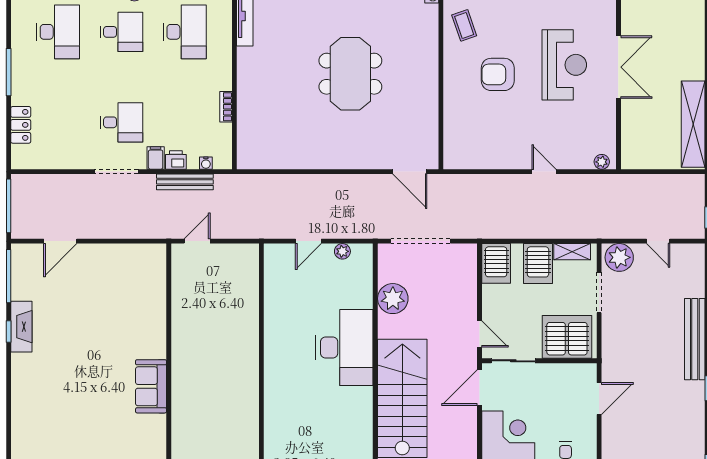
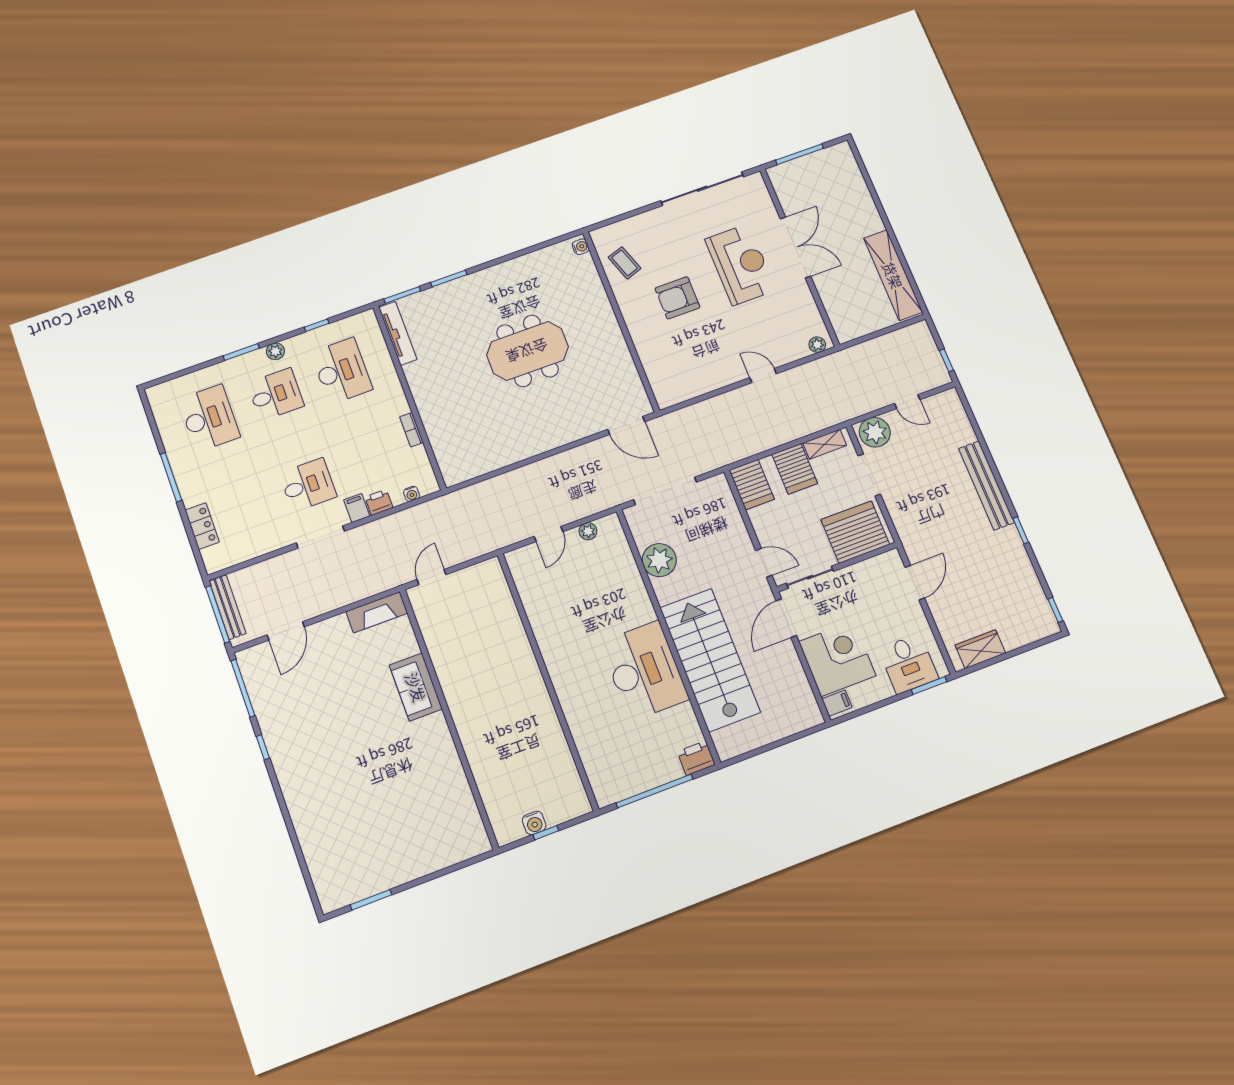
meeting table: (350, 74) -> (527, 351), turned 90
bench: (185, 182) -> (228, 607), moved, turned 90
fireplace: (21, 327) -> (377, 612), moved, turned 90
desk: (344, 348) -> (644, 671), moved
sofa: (151, 386) -> (416, 687), moved

